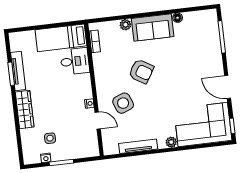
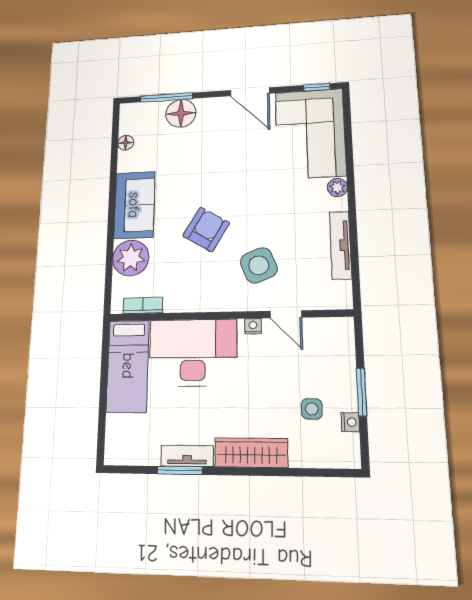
floor lamp: (178, 18) -> (126, 143), moved
plant: (125, 25) -> (131, 258), width x1.88, depth x1.88
floor lamp: (212, 47) -> (181, 113), added
desk: (75, 61) -> (193, 352), width x1.87, depth x1.30
tv unit: (18, 71) -> (187, 456), width x0.71
door: (228, 87) -> (250, 92), hinge flipped
door: (98, 120) -> (286, 314), swing flipped

